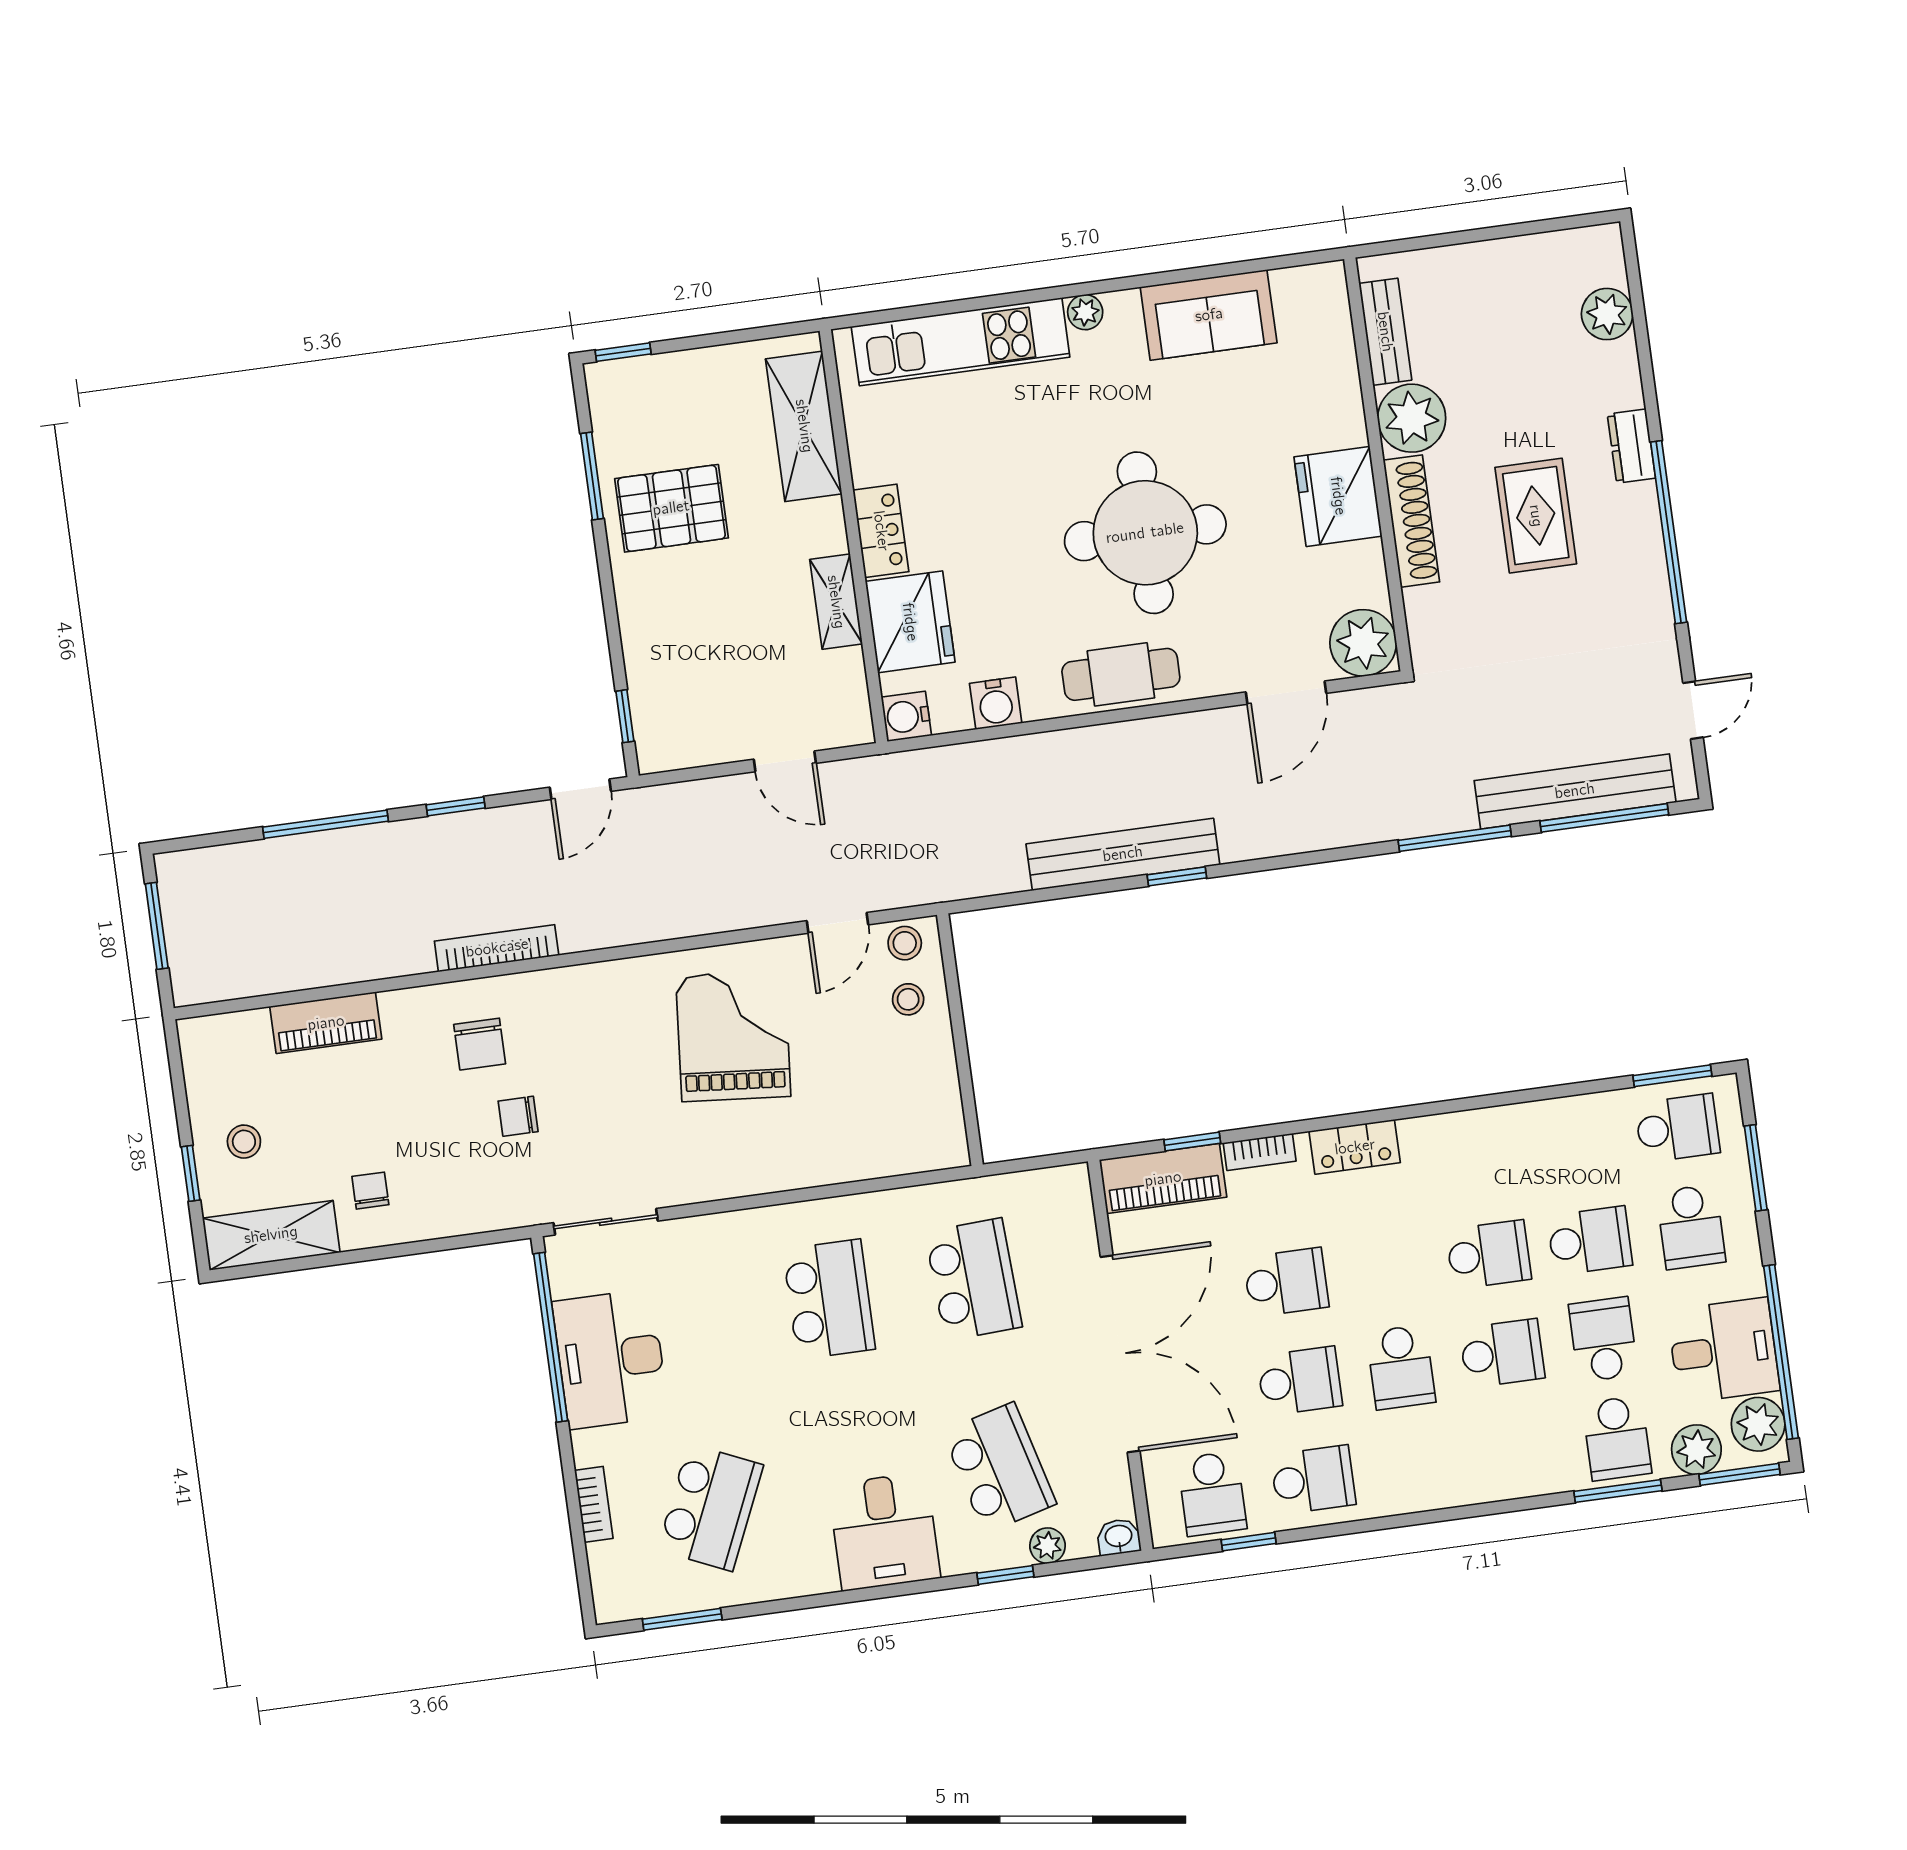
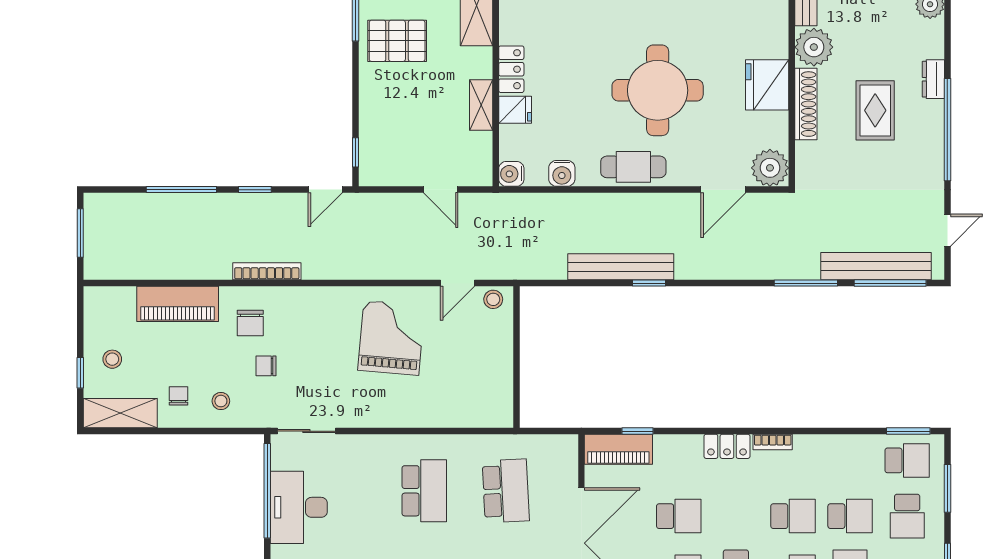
fridge: (910, 622) -> (515, 110), width x0.53, depth x0.75
stool: (908, 999) -> (221, 401), moved
piano: (326, 1023) -> (178, 304), width x1.37, depth x1.33
bookcase: (1260, 1152) -> (773, 442), moved

